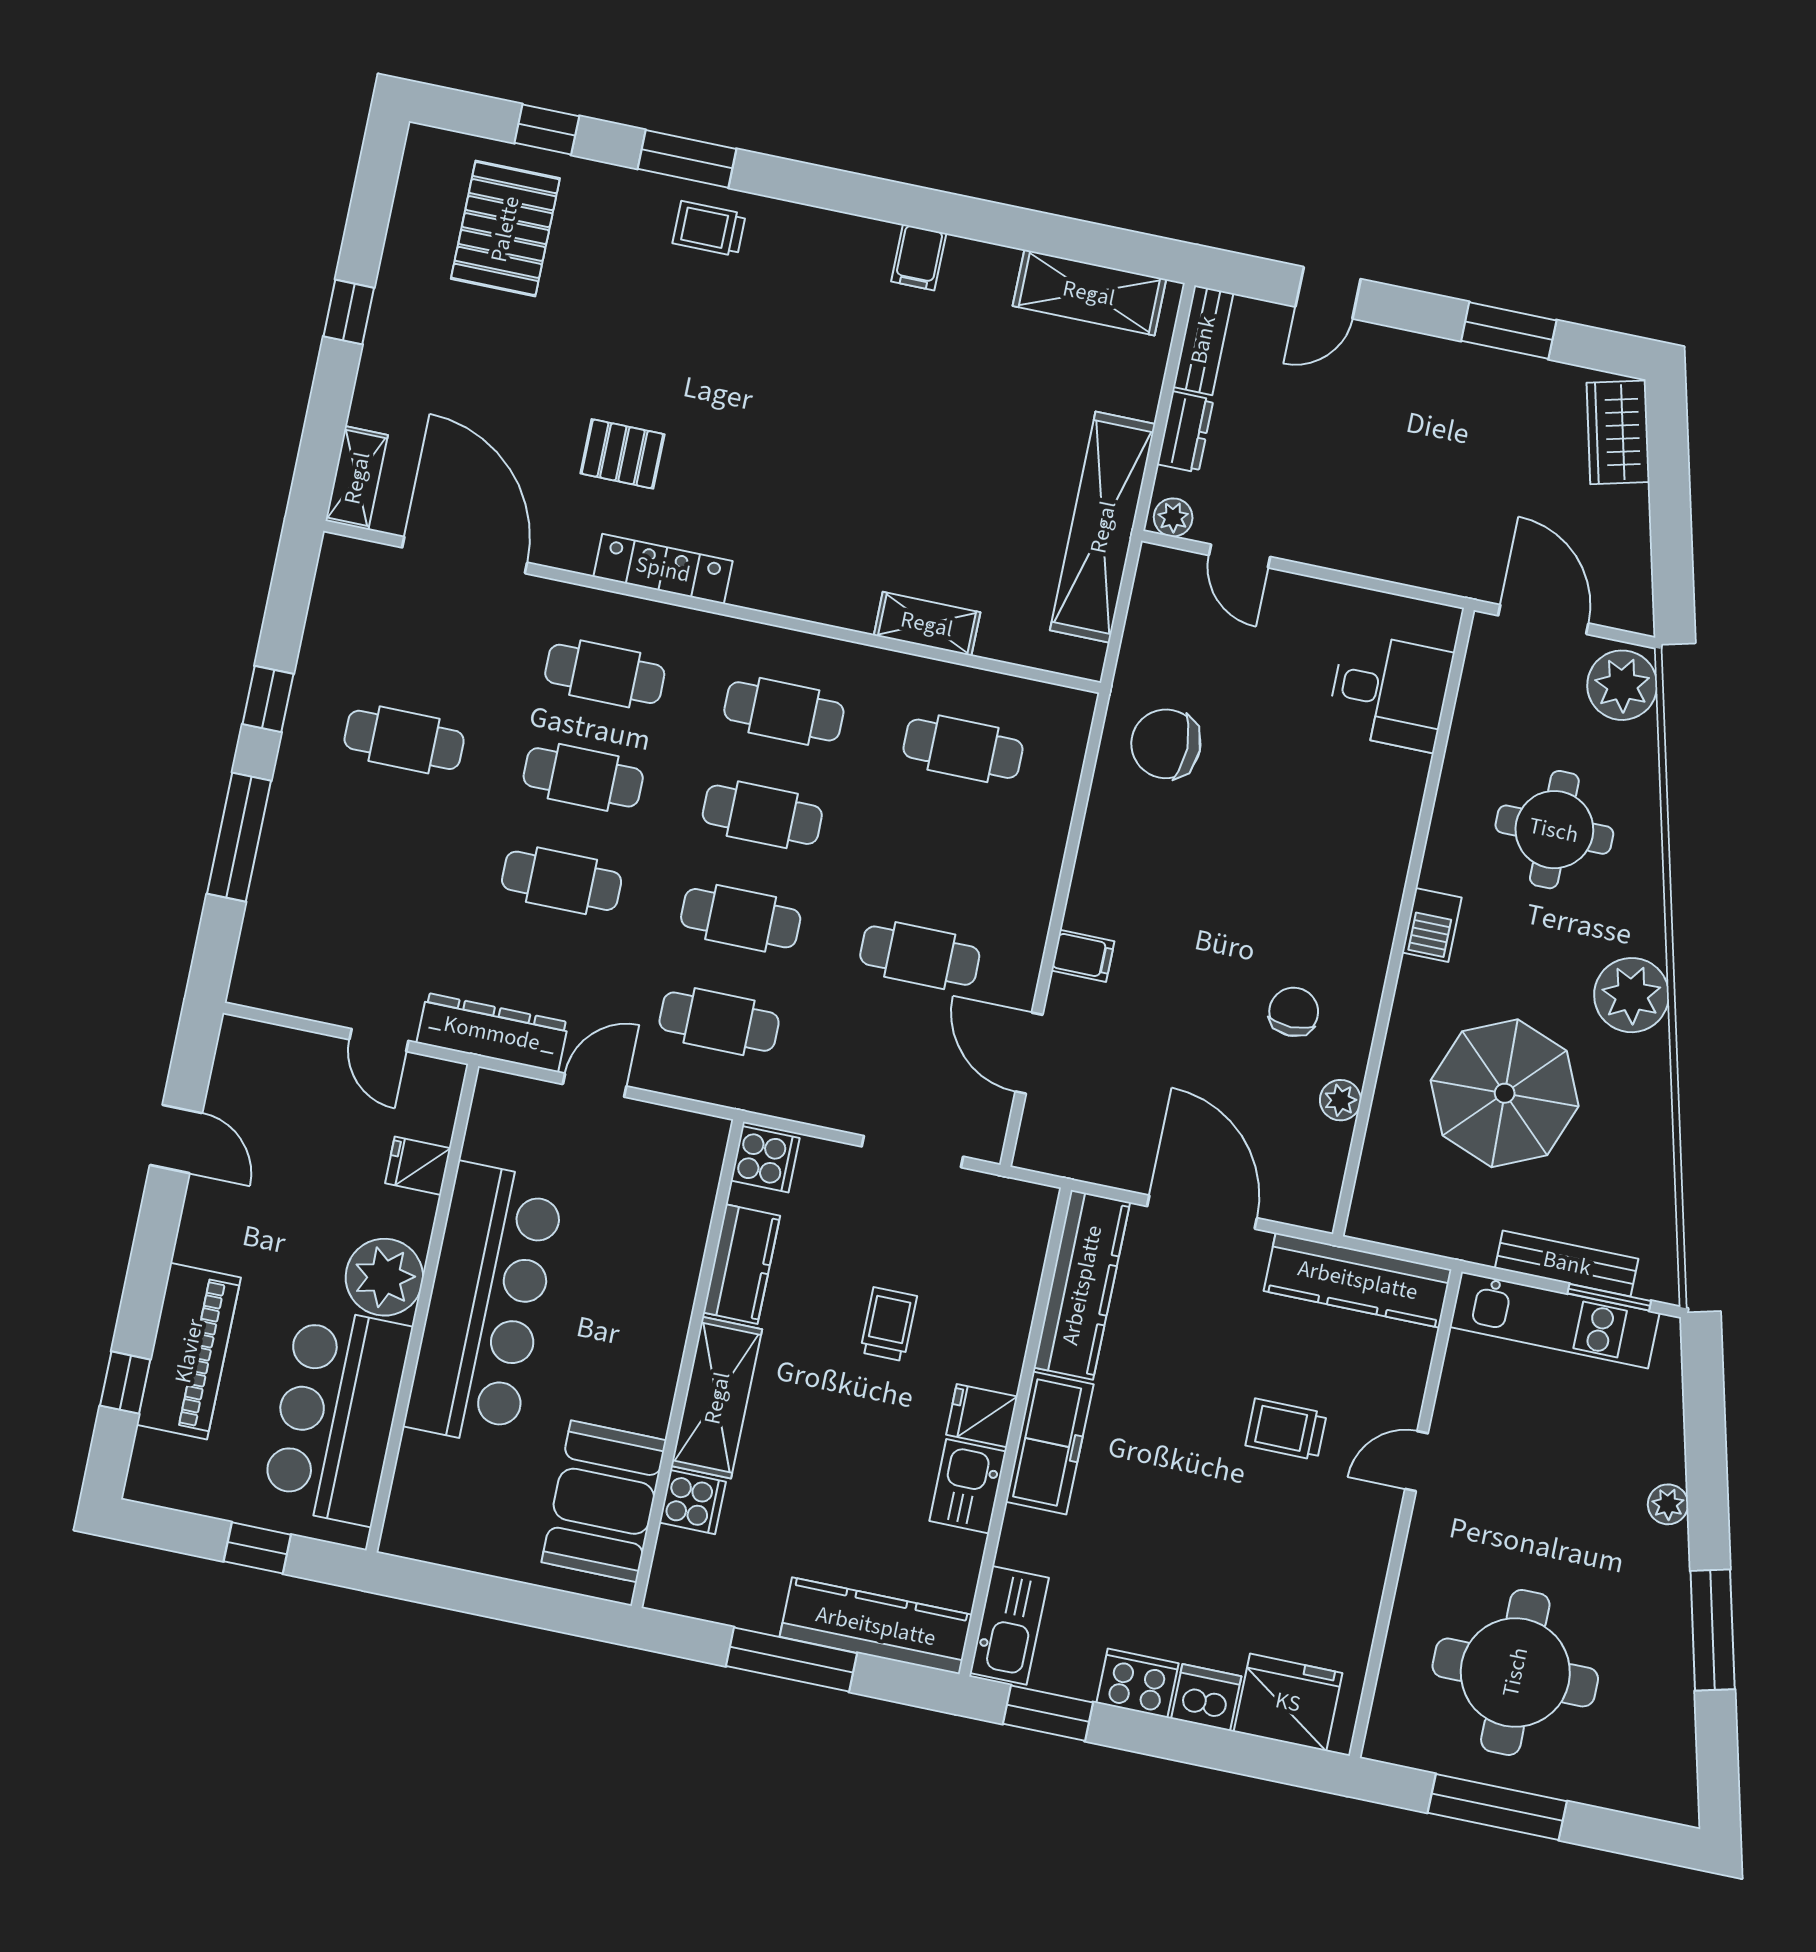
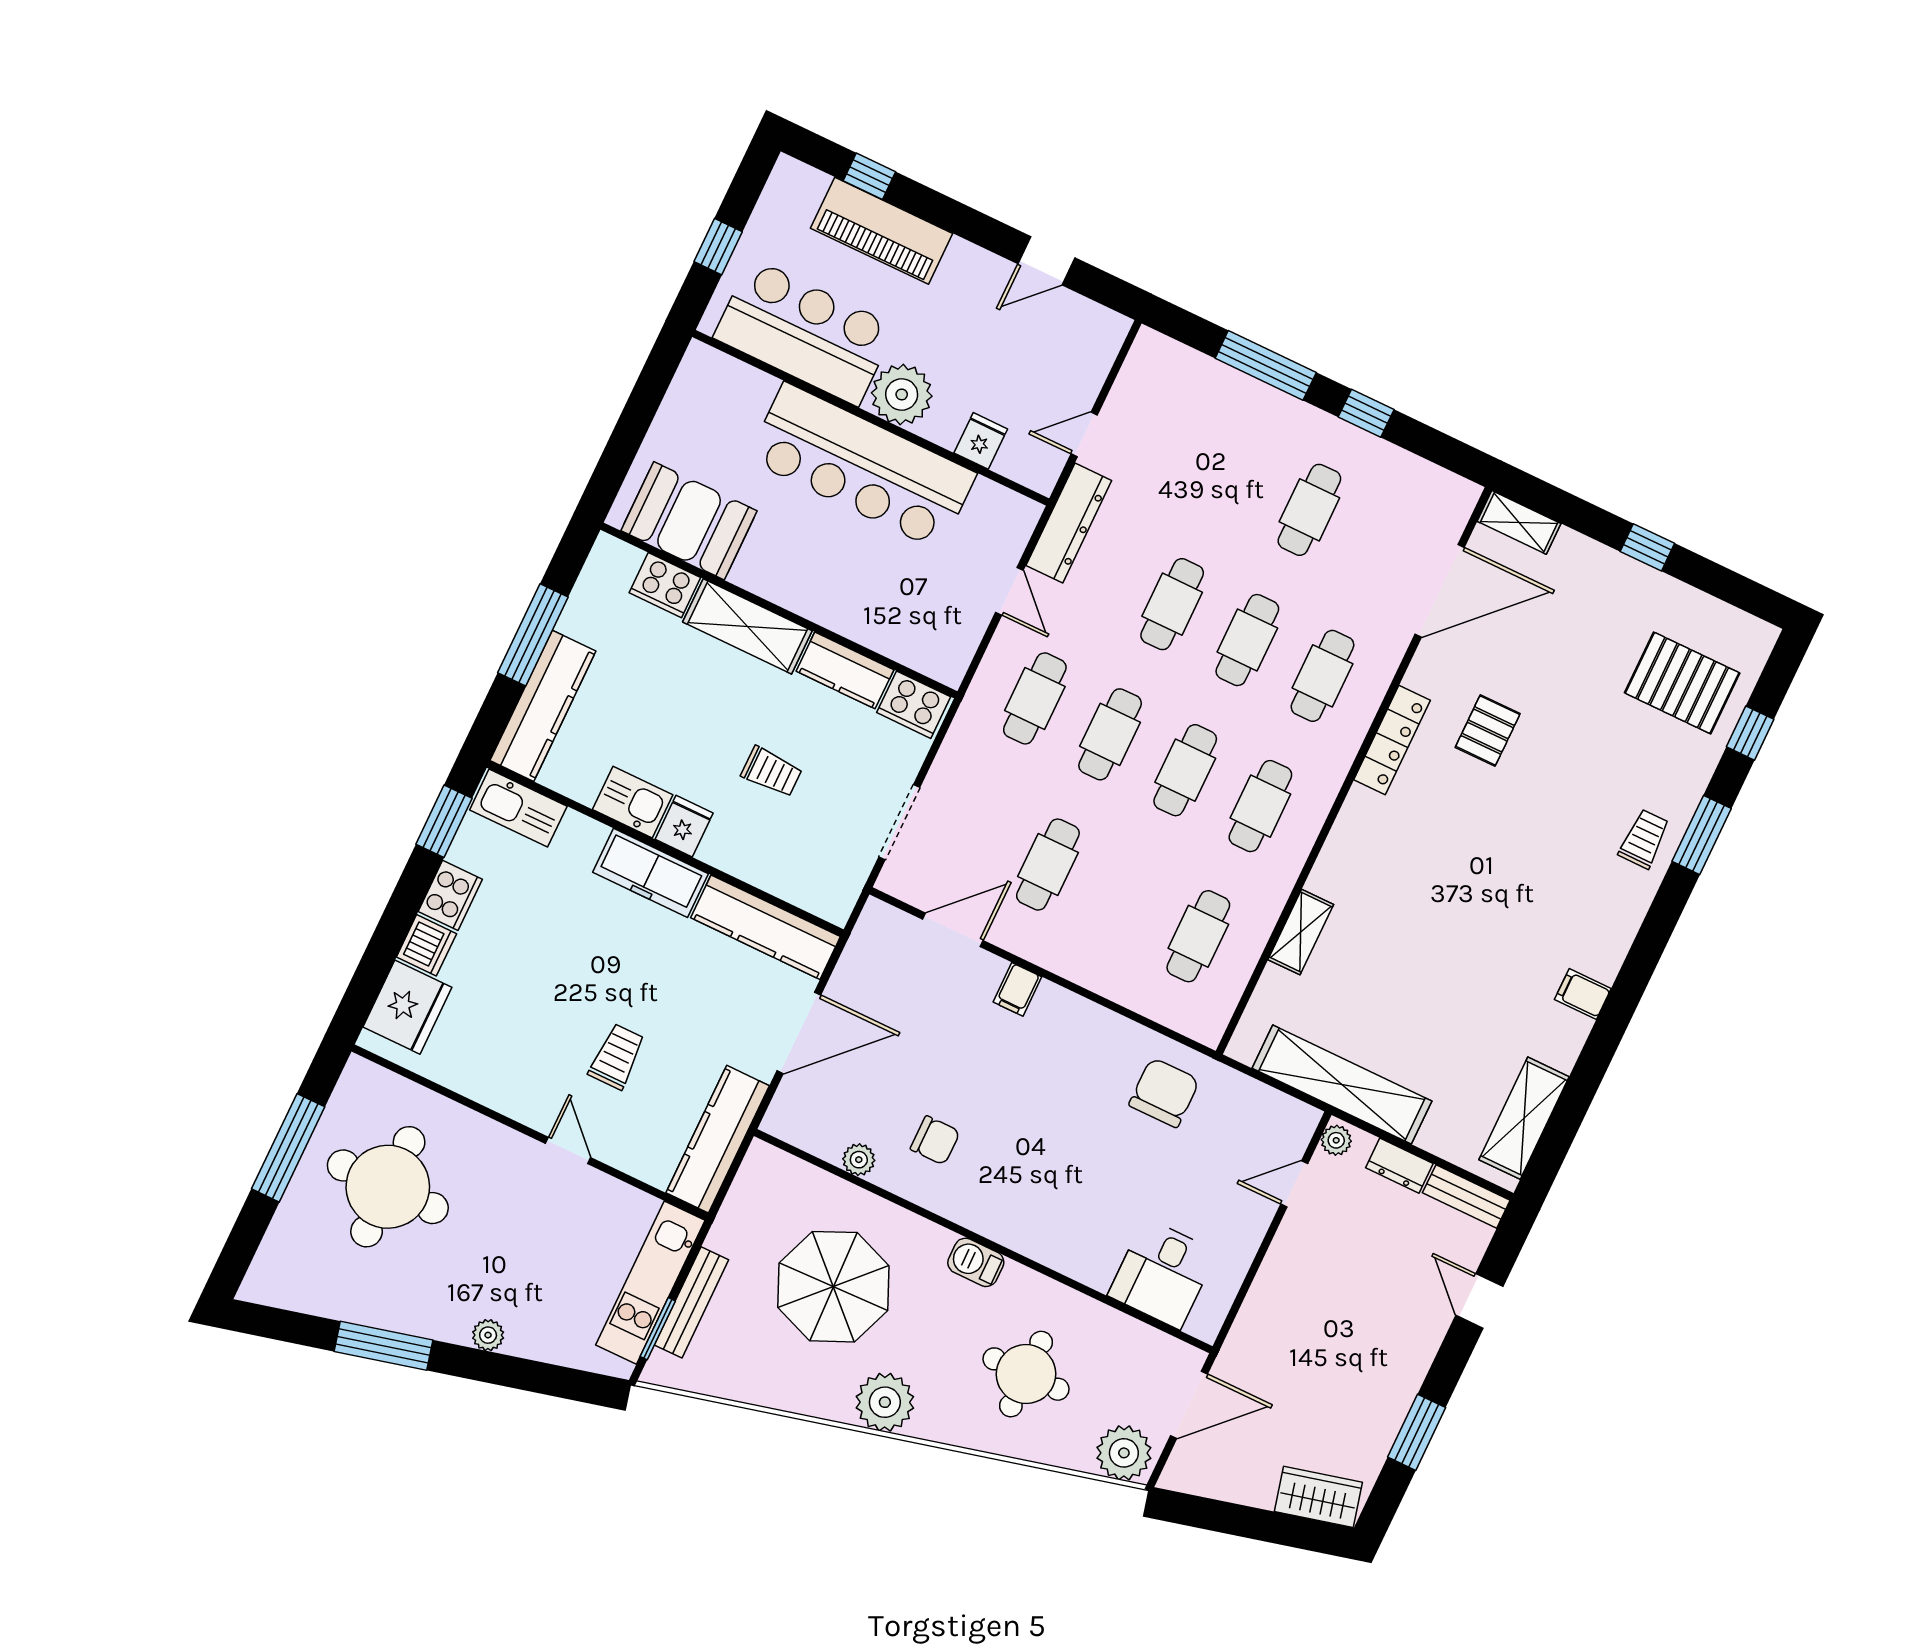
cooker: (765, 1159) -> (914, 705), width x1.36
cooker: (693, 1502) -> (665, 585), width x1.36

